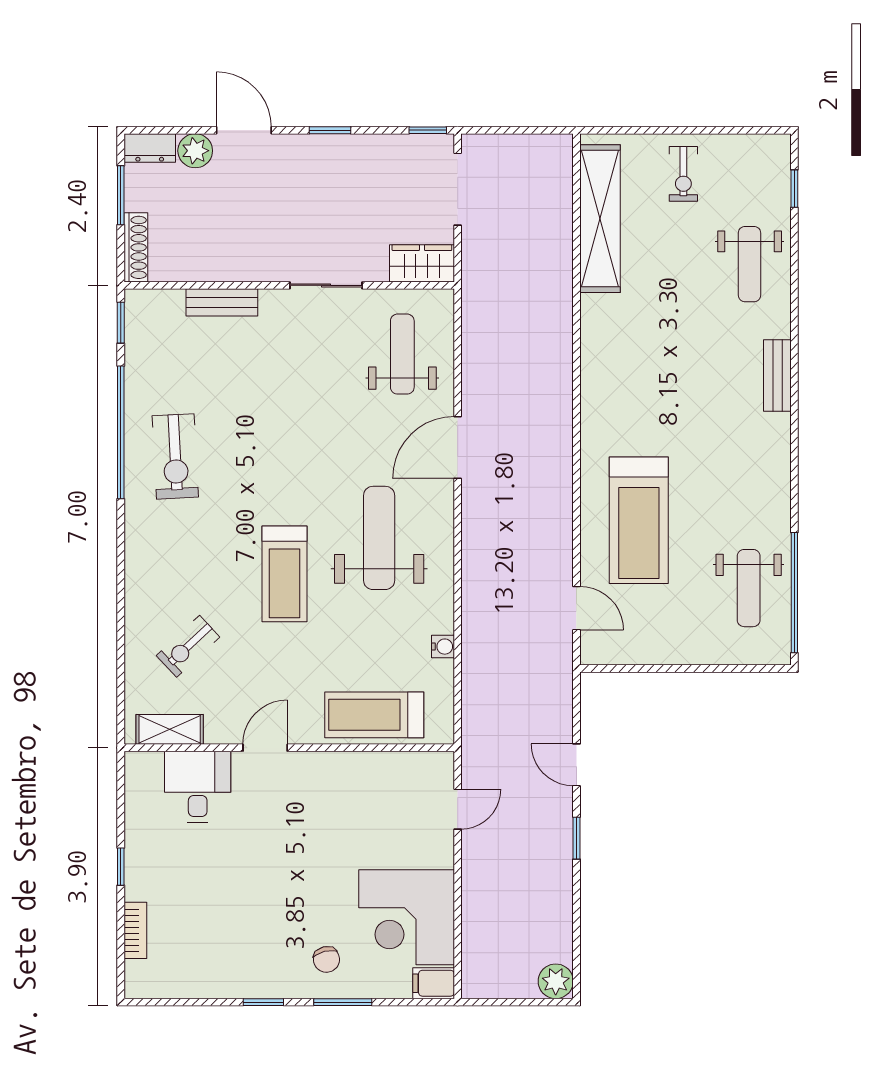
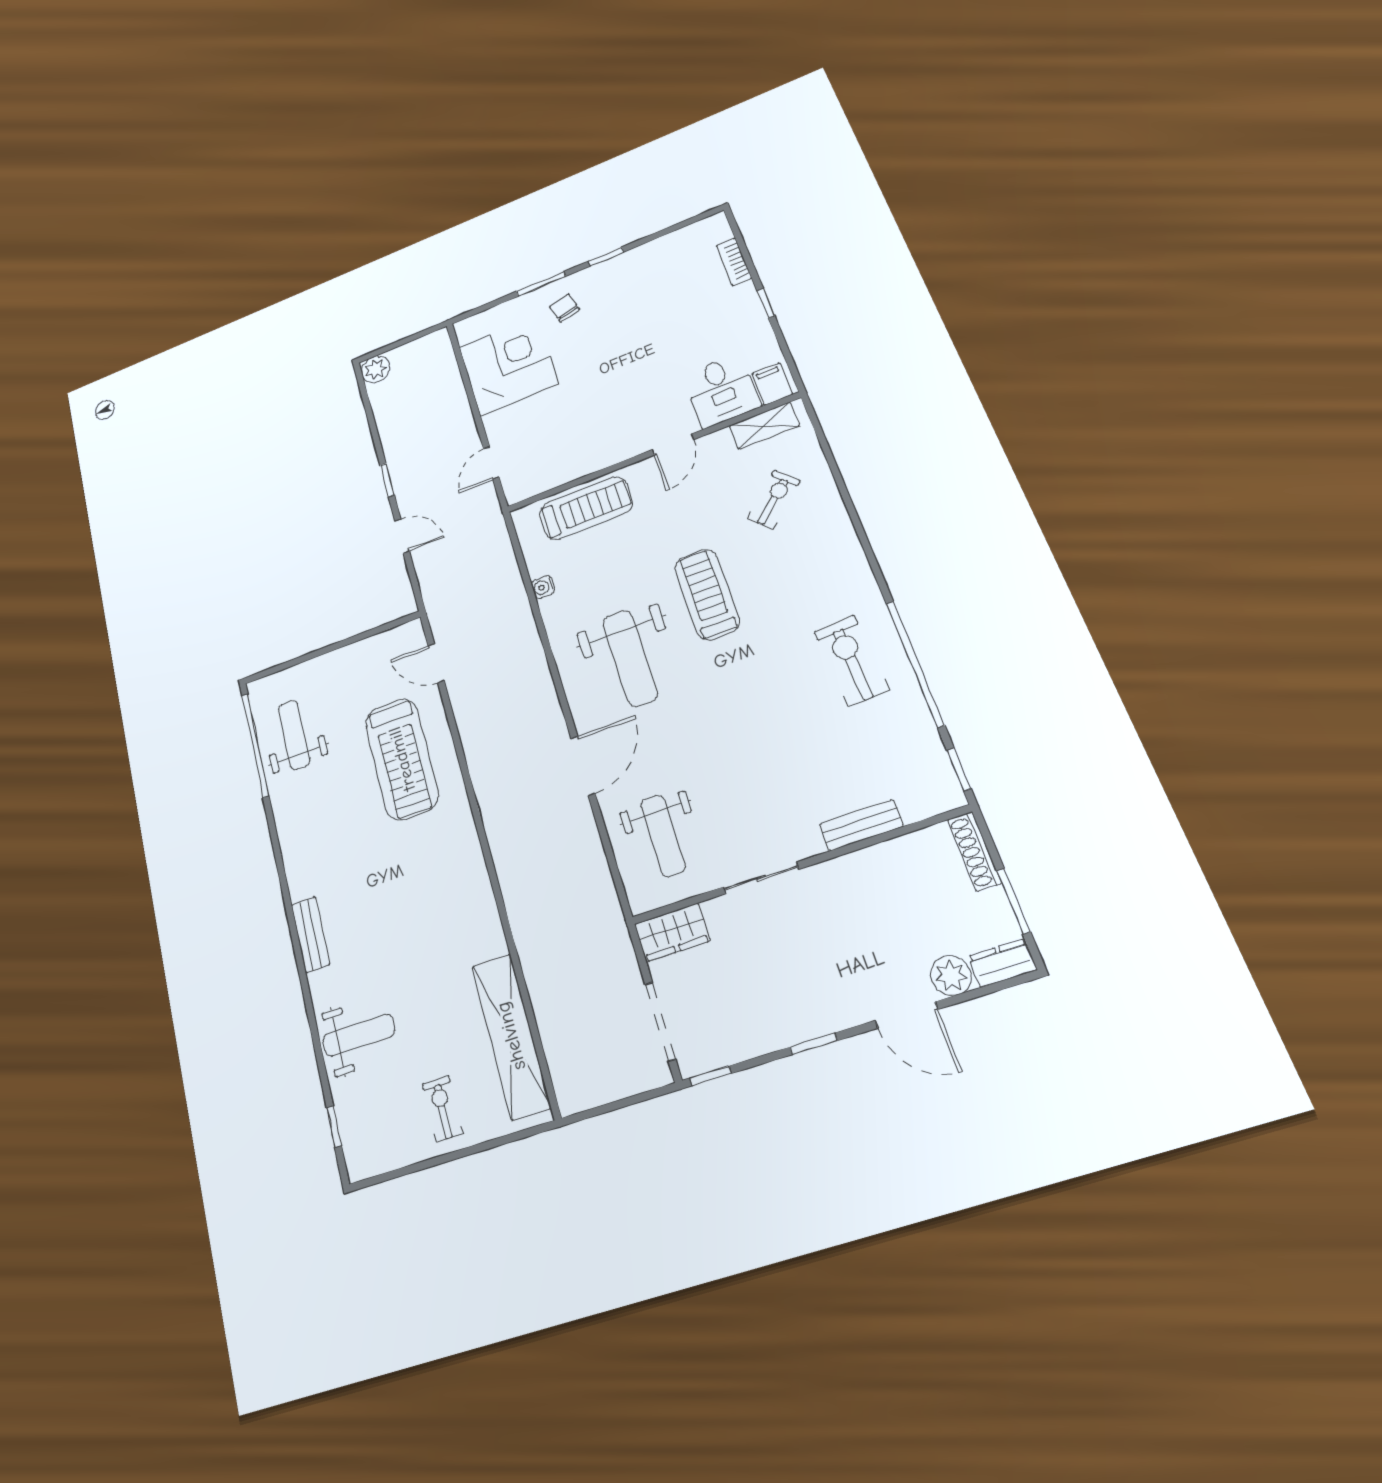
weight bench: (750, 264) -> (359, 1035), turned 90
treadmill: (639, 520) -> (402, 759), turned 180
filing cabinet: (434, 983) -> (772, 384), moved, turned -90

